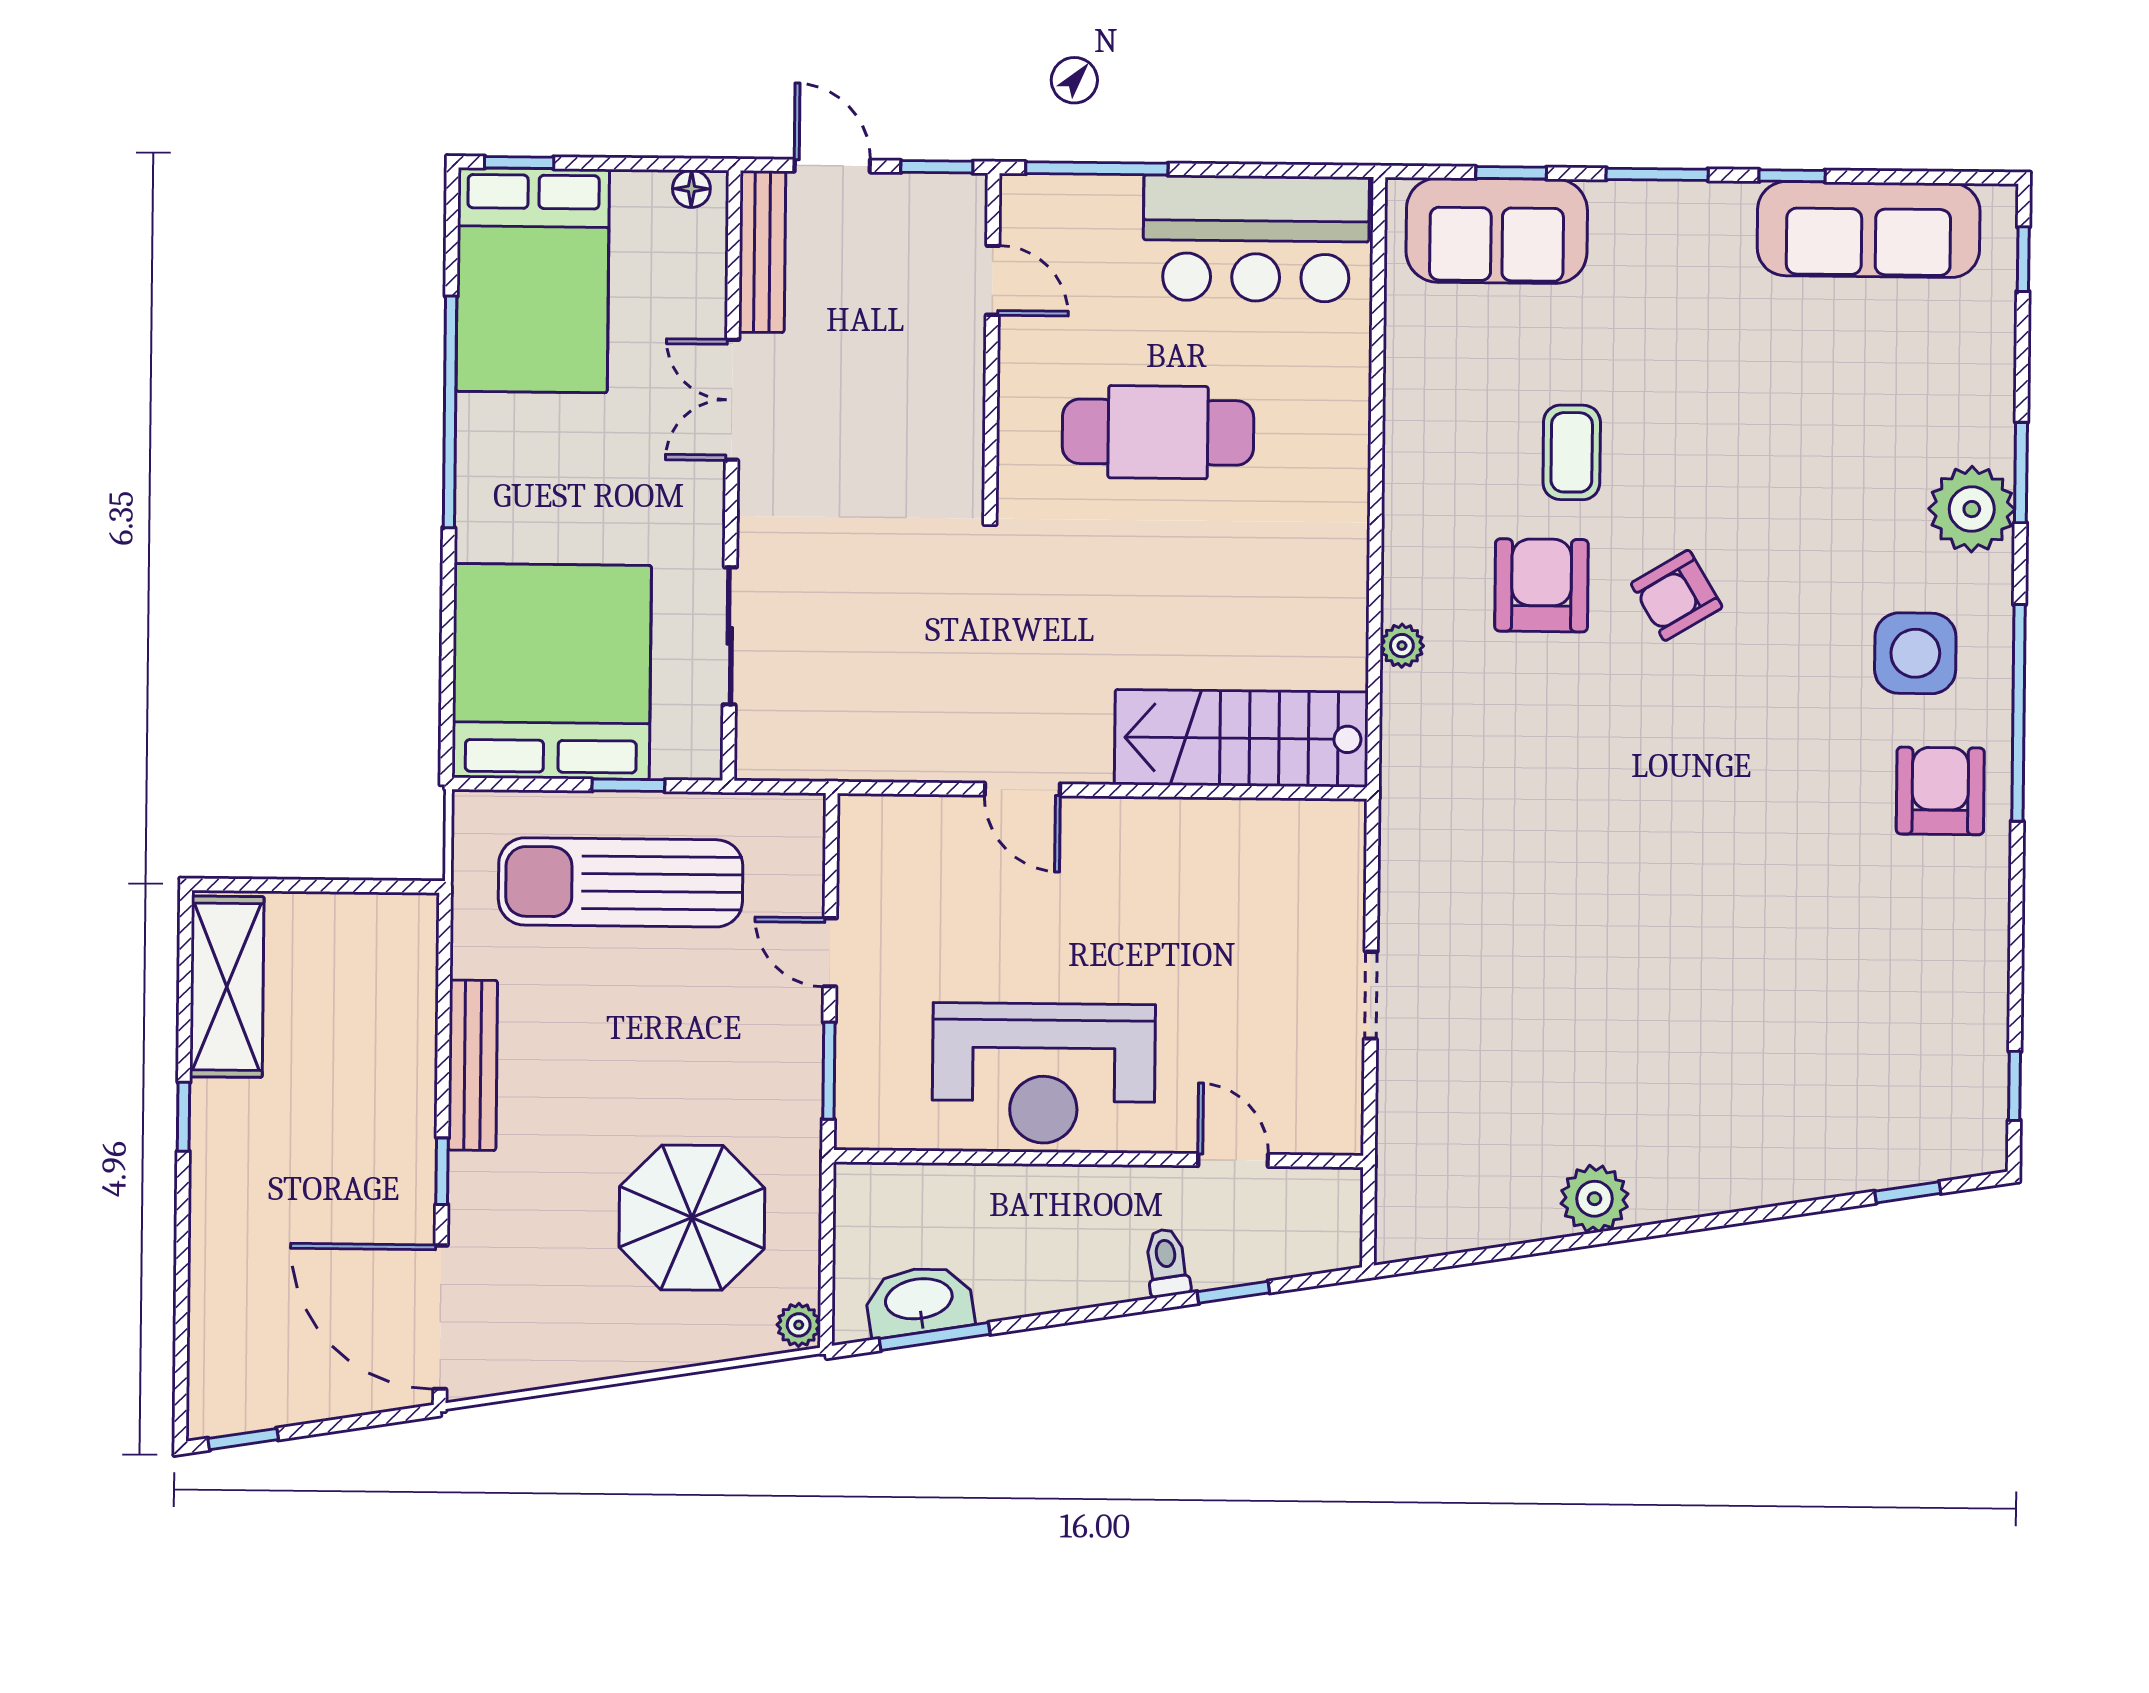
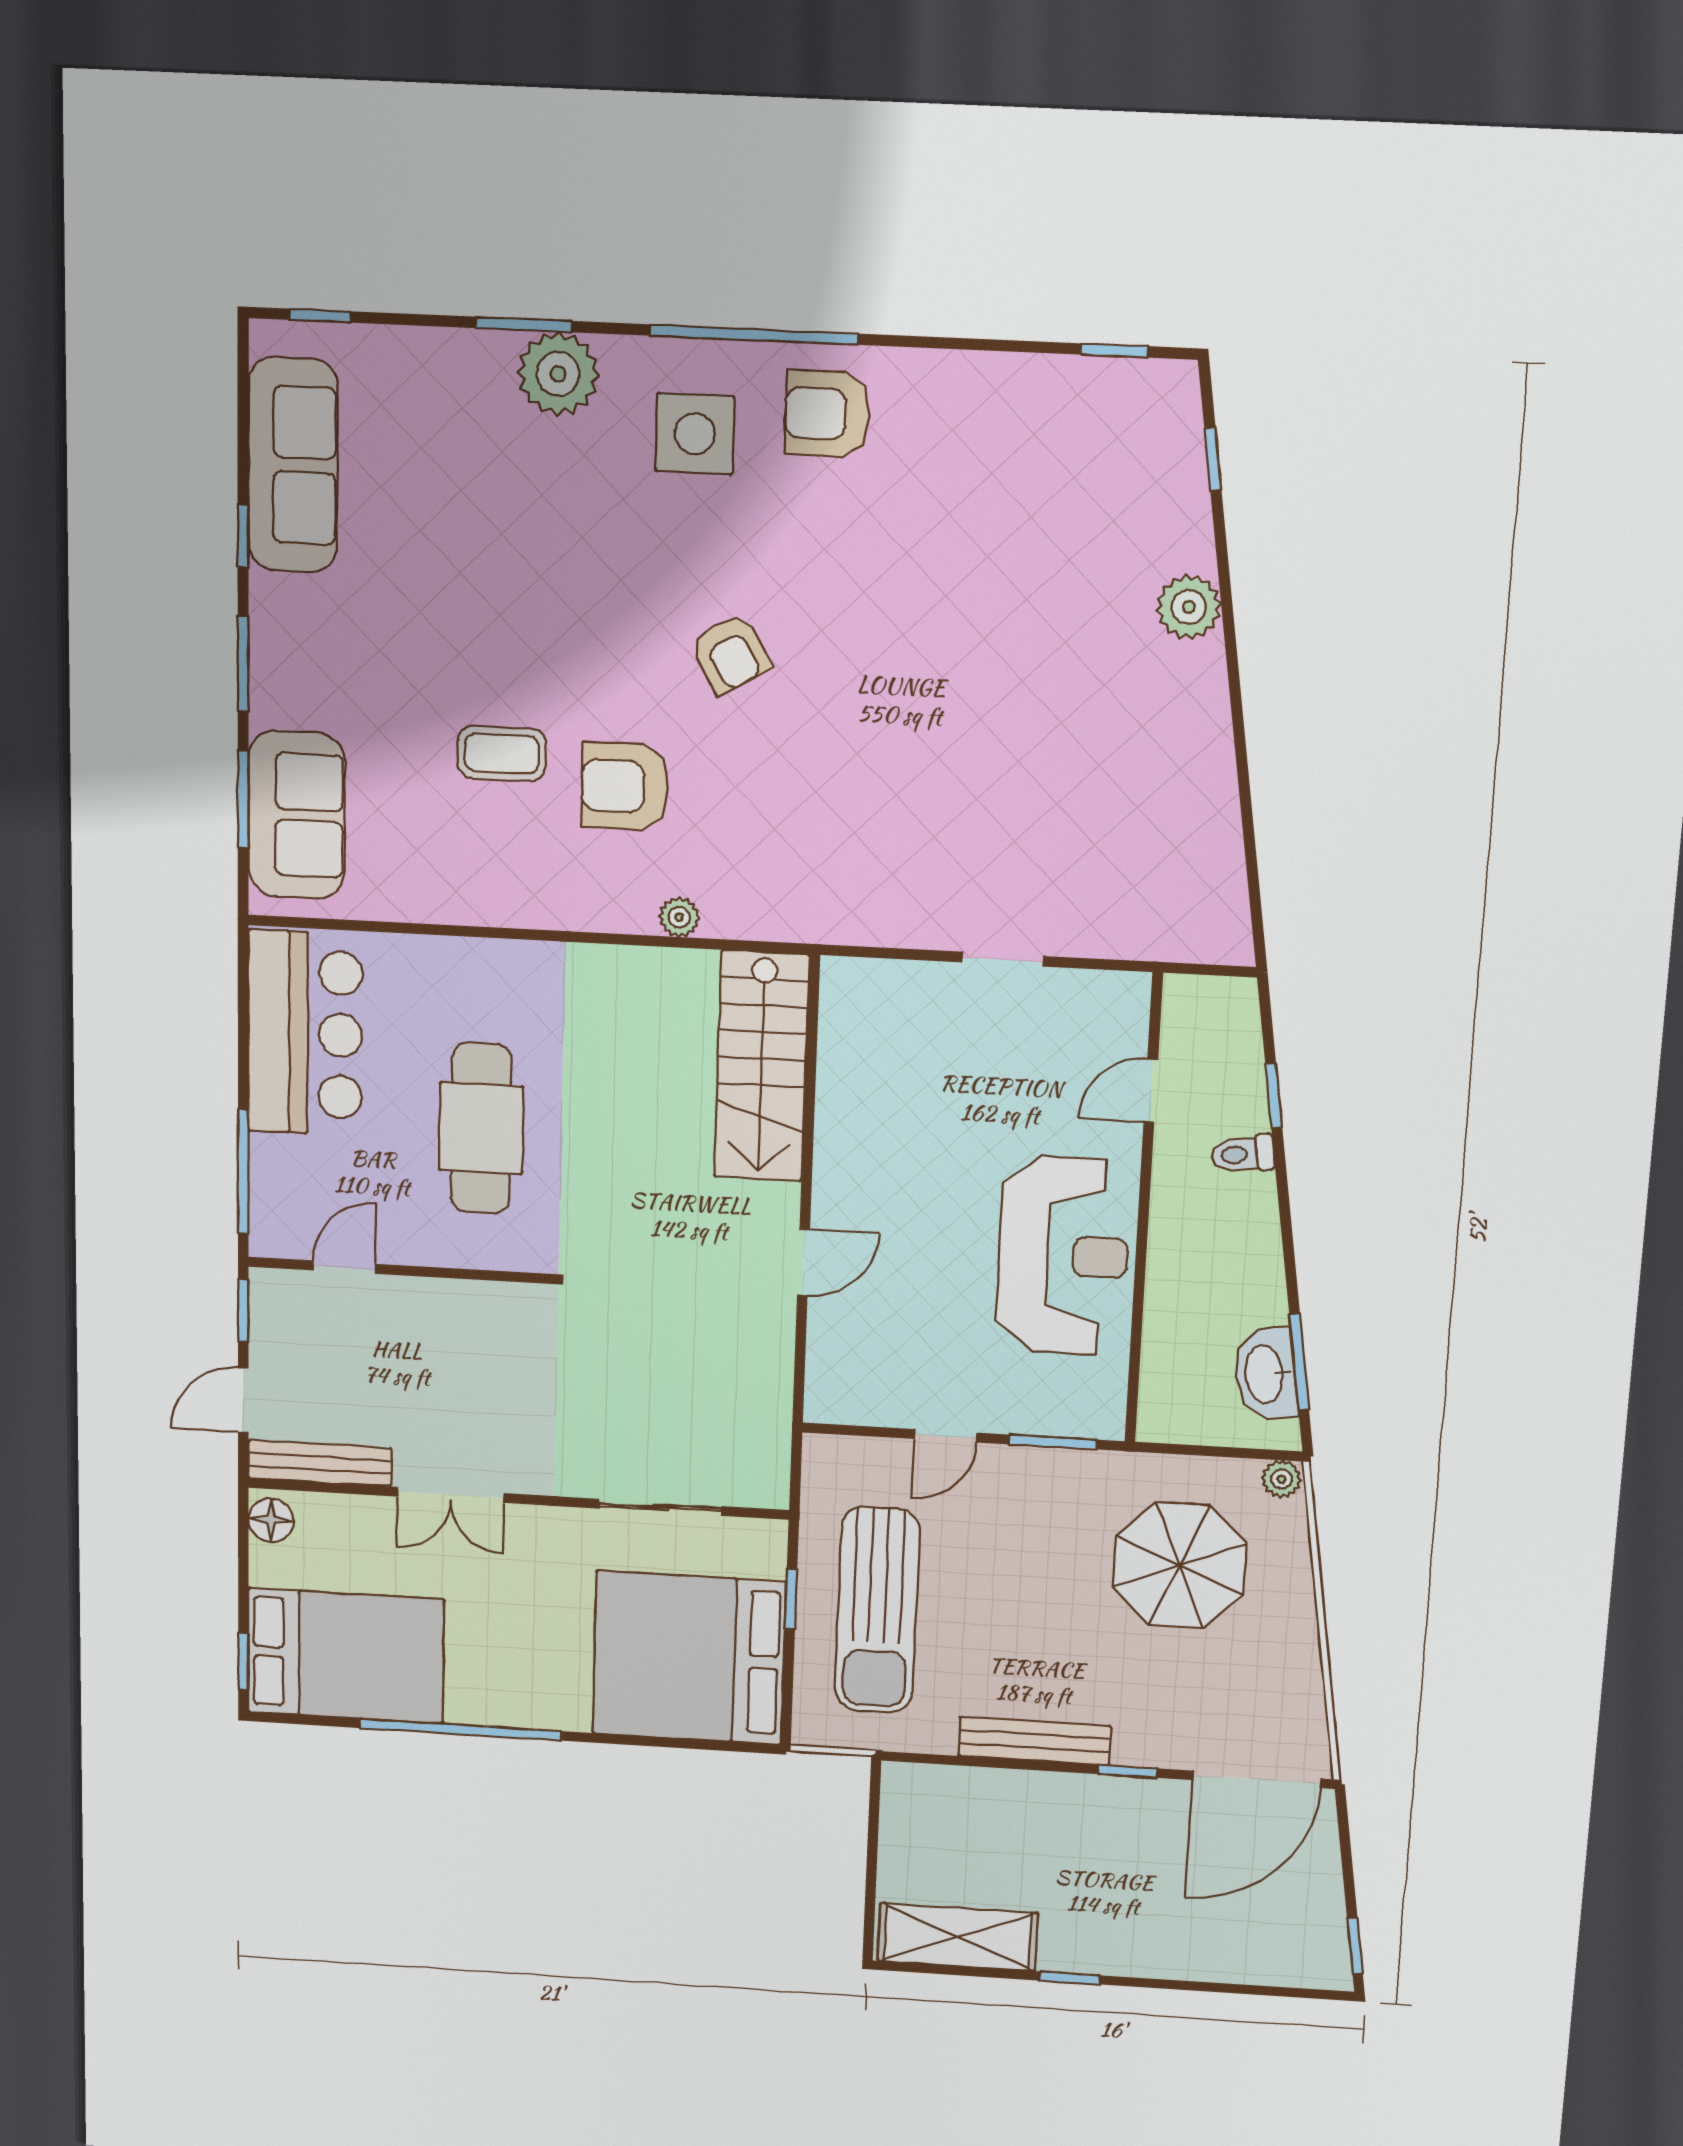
window: (1511, 173) -> (243, 799), width x1.50
floor lamp: (691, 189) -> (271, 1520), width x1.37, depth x1.37
armchair: (1677, 595) -> (730, 654), moved
plant: (1594, 1199) -> (1189, 607), moved

